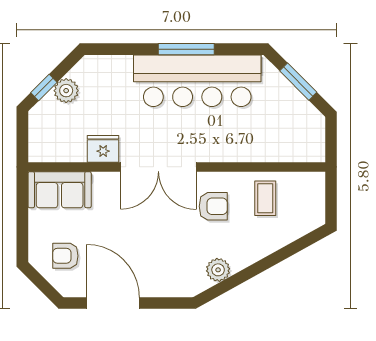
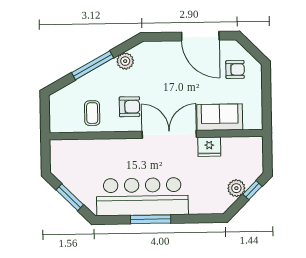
sofa: (60, 190) -> (220, 117), moved
armchair: (213, 206) -> (129, 107), turned 180
window: (264, 265) -> (93, 65), added

